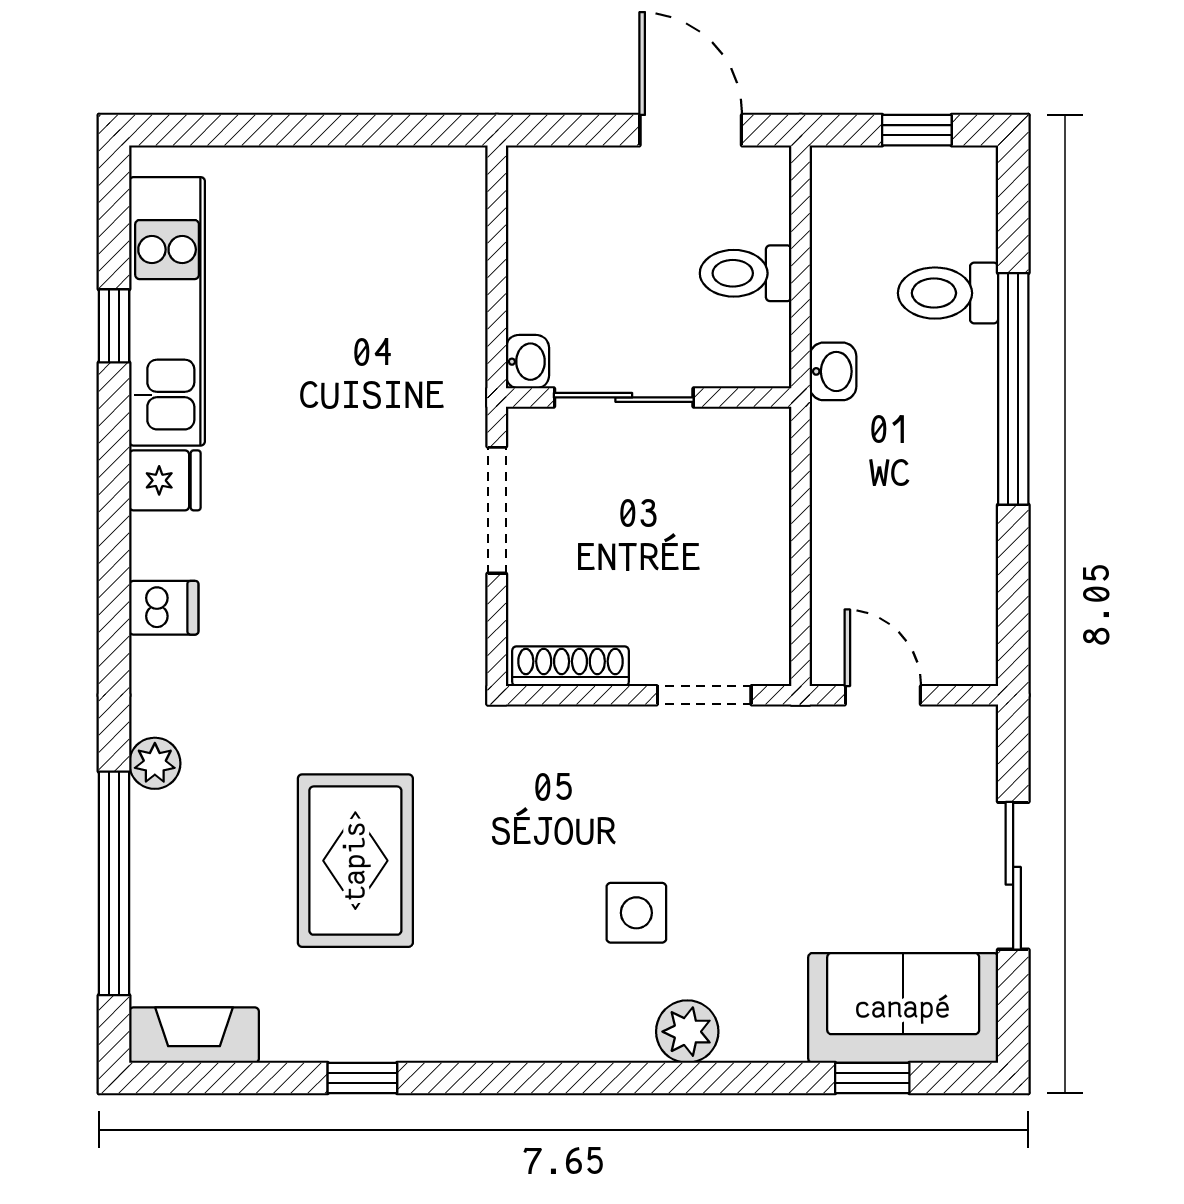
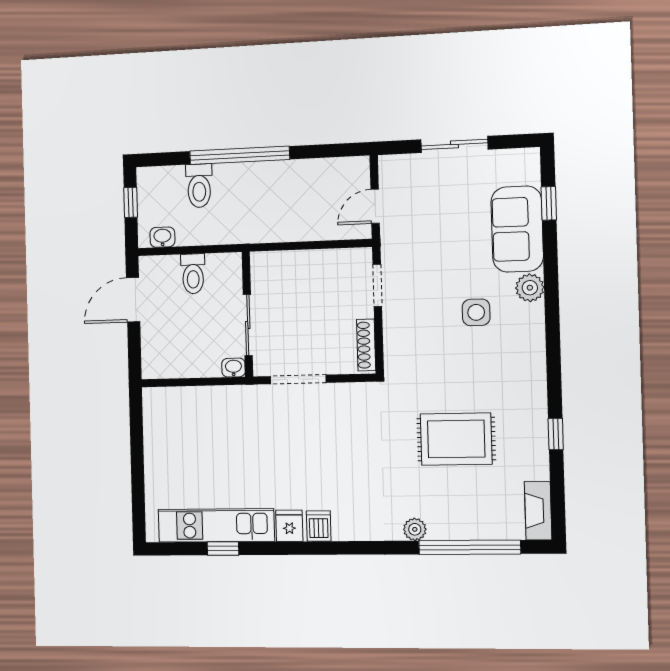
washbasin: (833, 371) -> (162, 237), moved
dishwasher: (164, 608) -> (319, 526), moved
sofa: (903, 1008) -> (517, 229), moved

